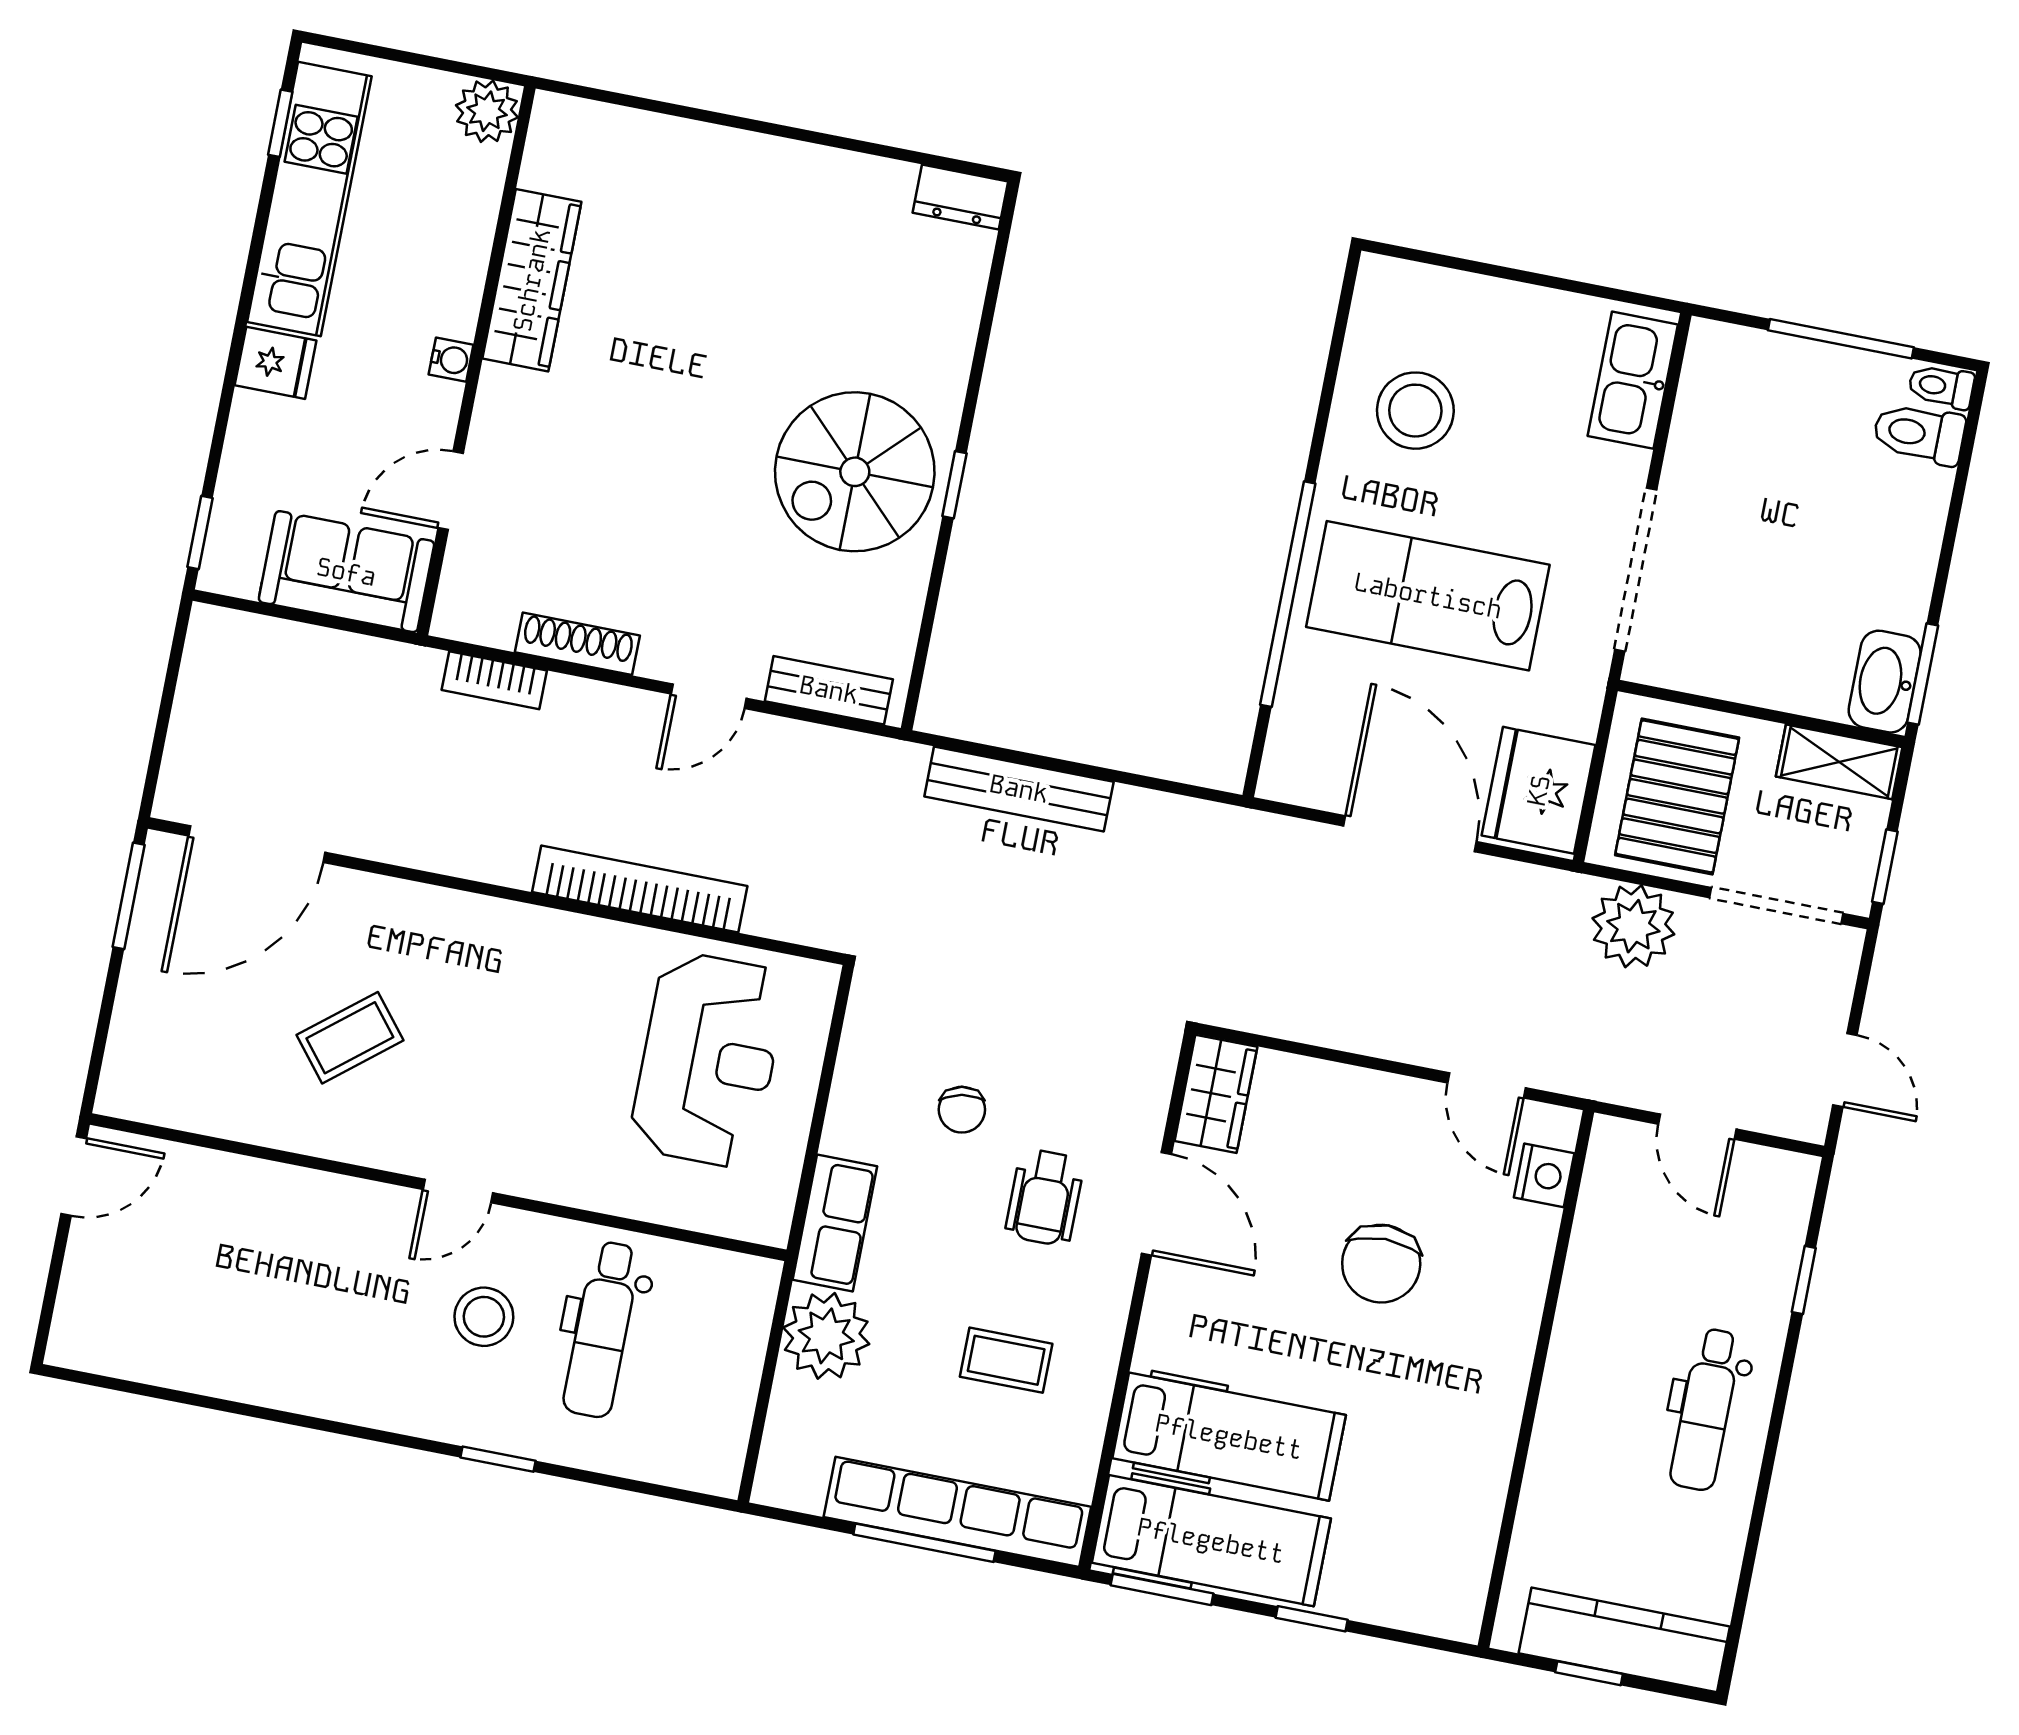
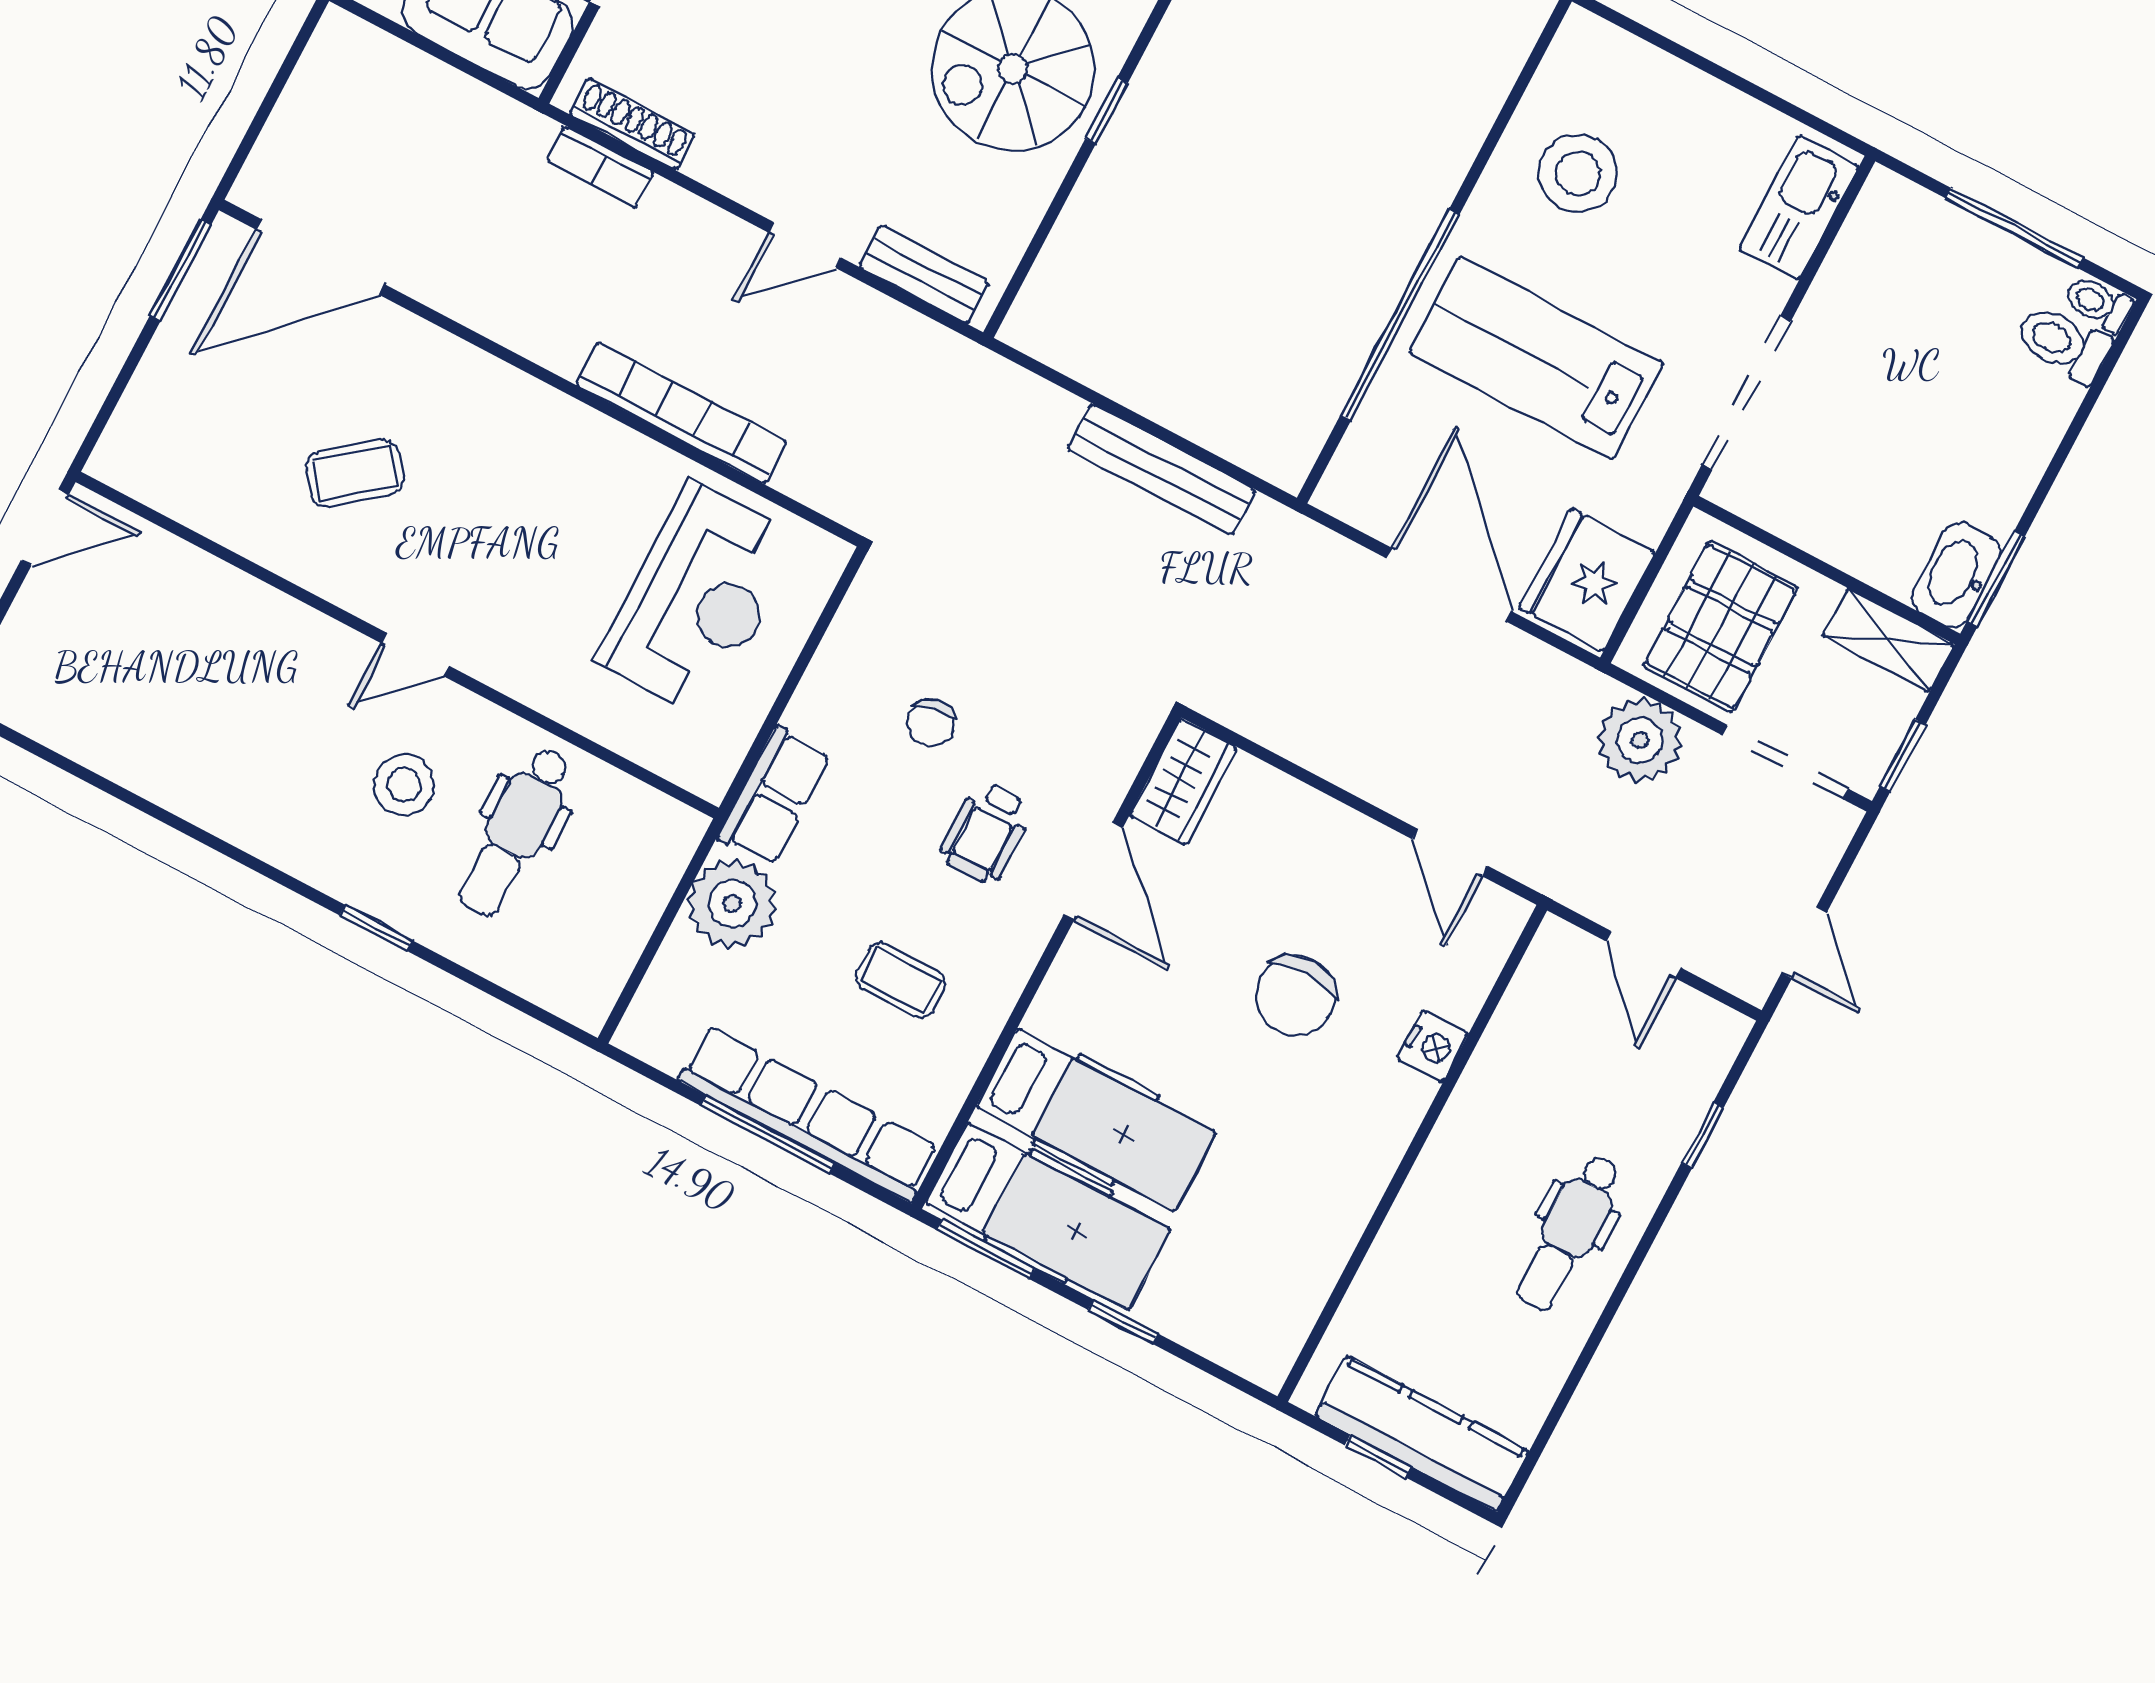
shoe rack: (577, 644) -> (632, 124), moved
bench: (1019, 789) -> (1161, 469), moved
nightstand: (1544, 1175) -> (1433, 1046), moved

